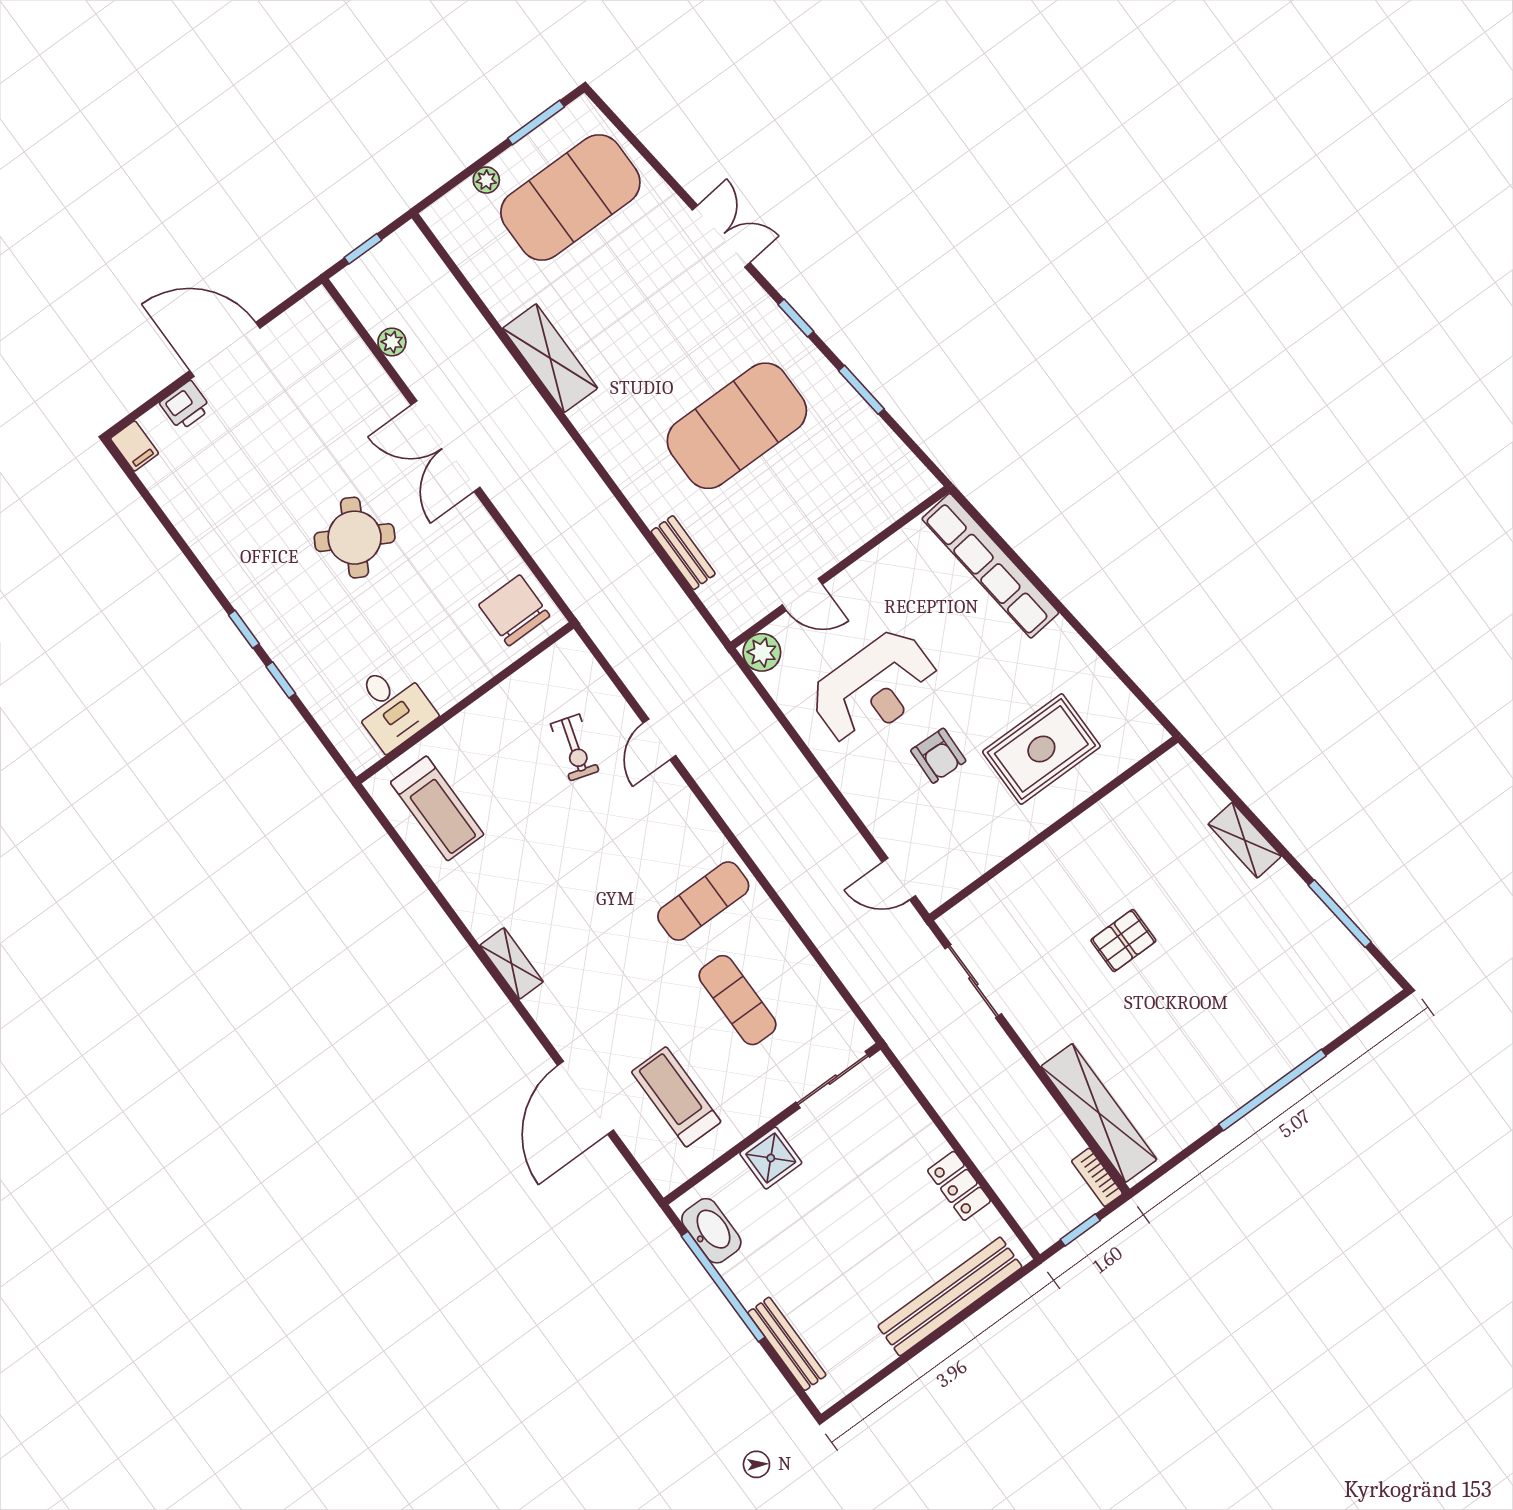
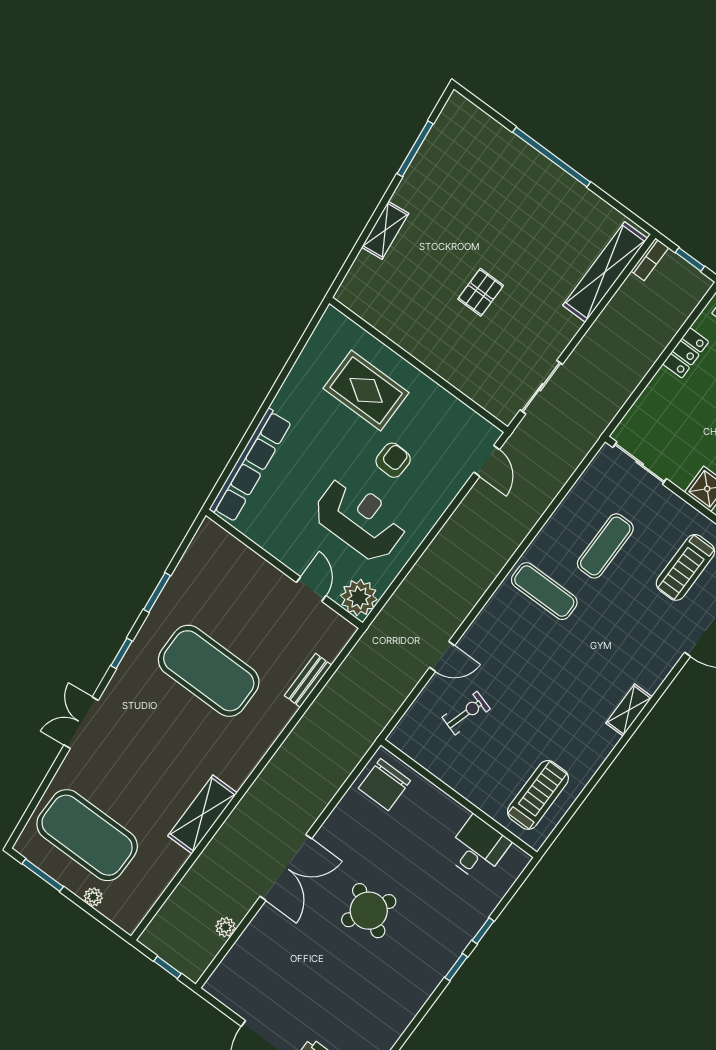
plant: (762, 652) -> (359, 598), width x1.36, depth x1.36
pallet: (1123, 941) -> (481, 292), turned 90

